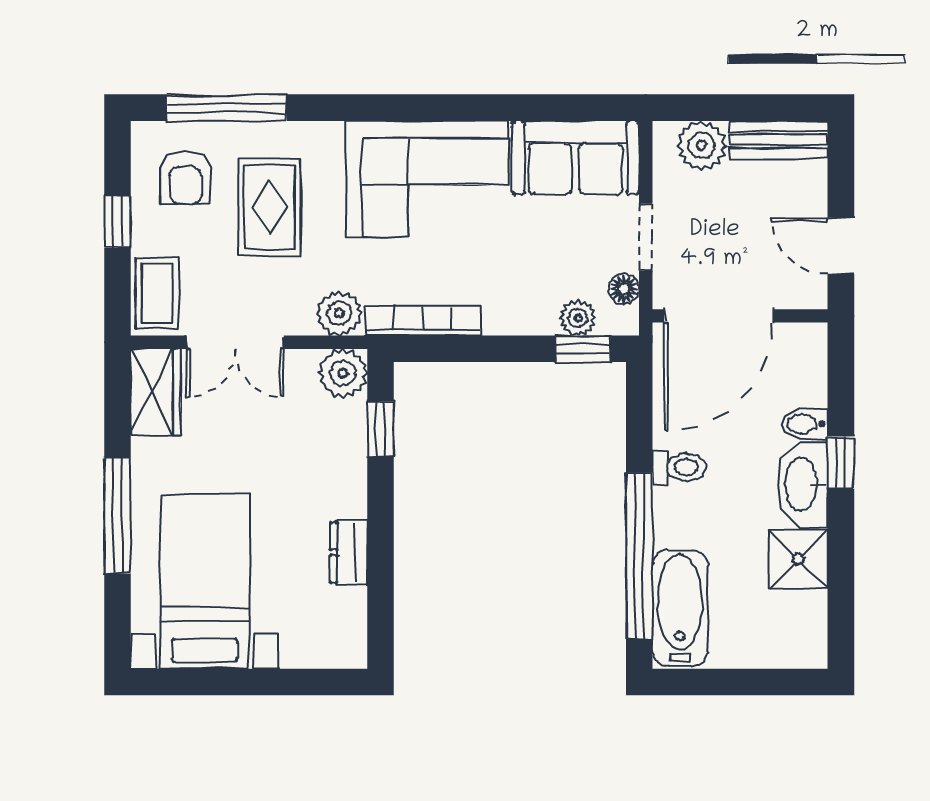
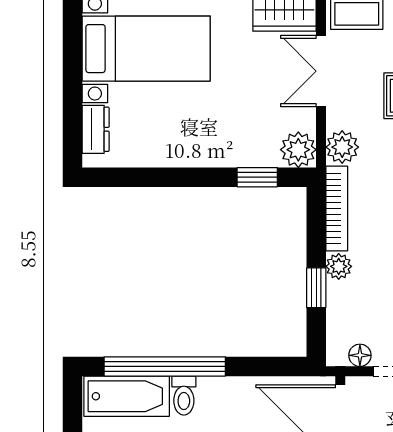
plant: (578, 318) -> (339, 266), moved
window: (583, 349) -> (316, 288), moved
toilet: (679, 467) -> (184, 396), moved
dresser: (349, 553) -> (96, 129), moved, turned 90

